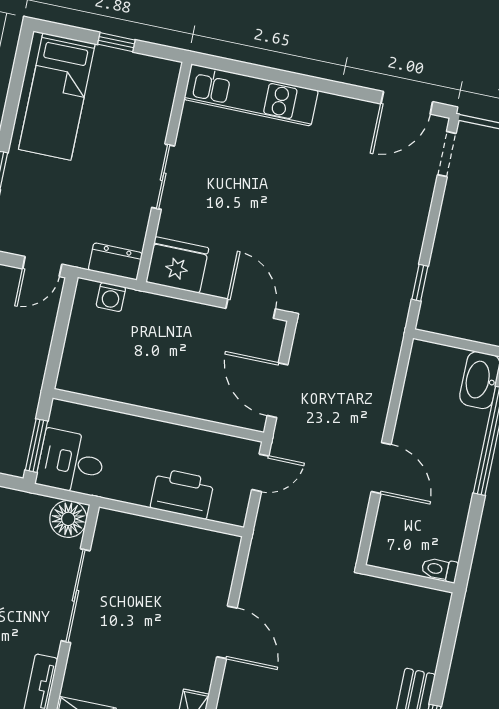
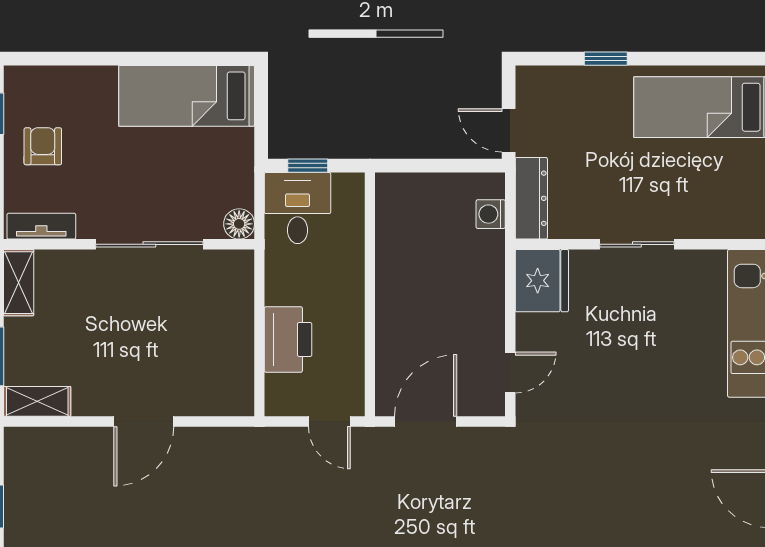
dresser: (115, 261) -> (531, 198), width x1.44
door: (251, 309) -> (510, 373), width x0.73
window: (36, 446) -> (308, 166), width x0.67
floor lamp: (68, 519) -> (239, 224), width x0.73, depth x0.73

